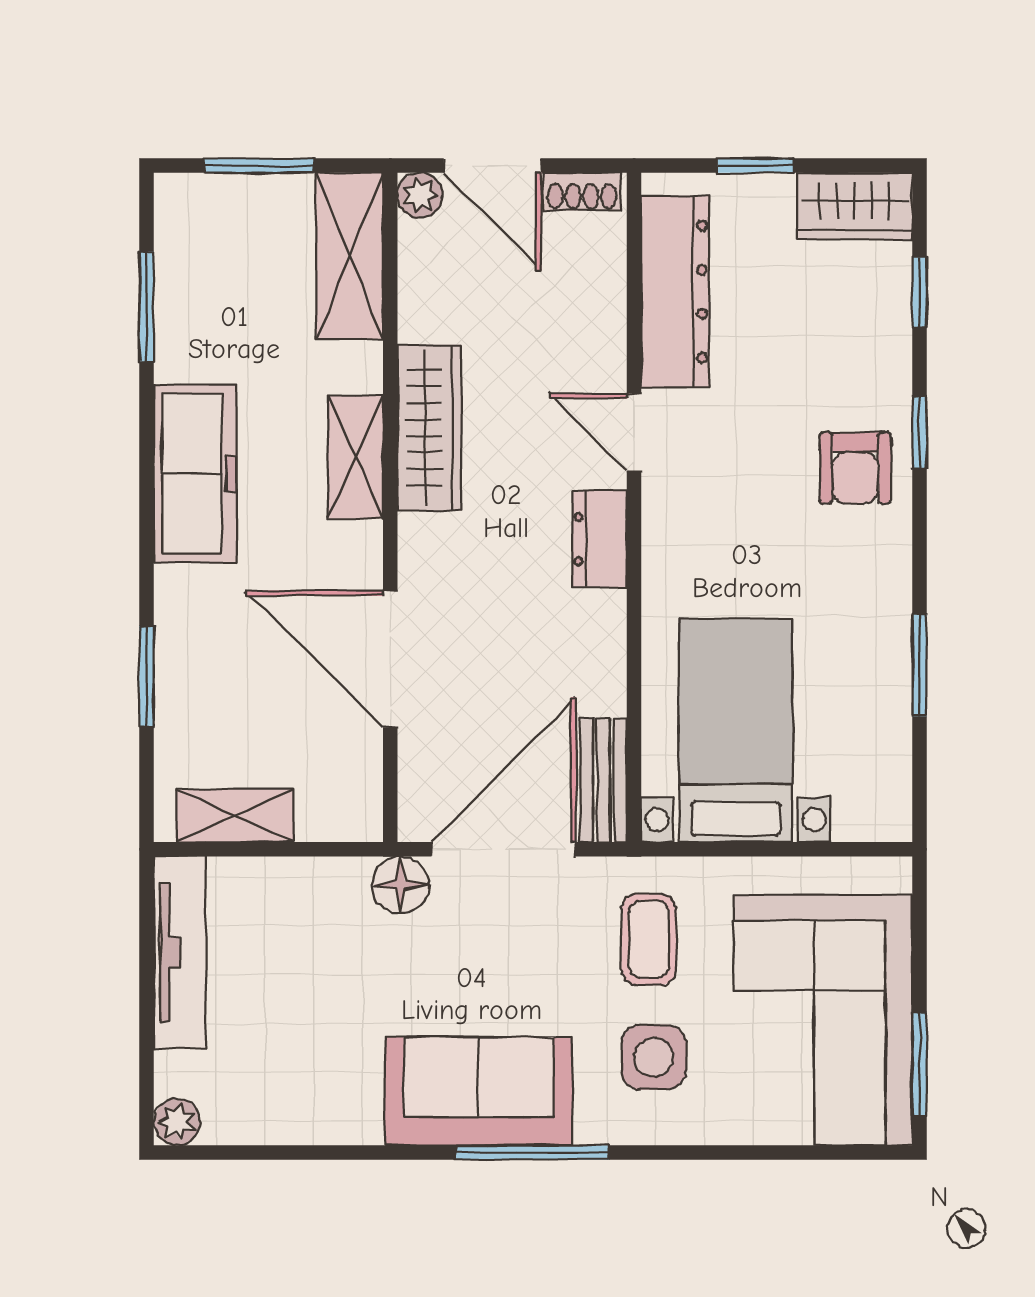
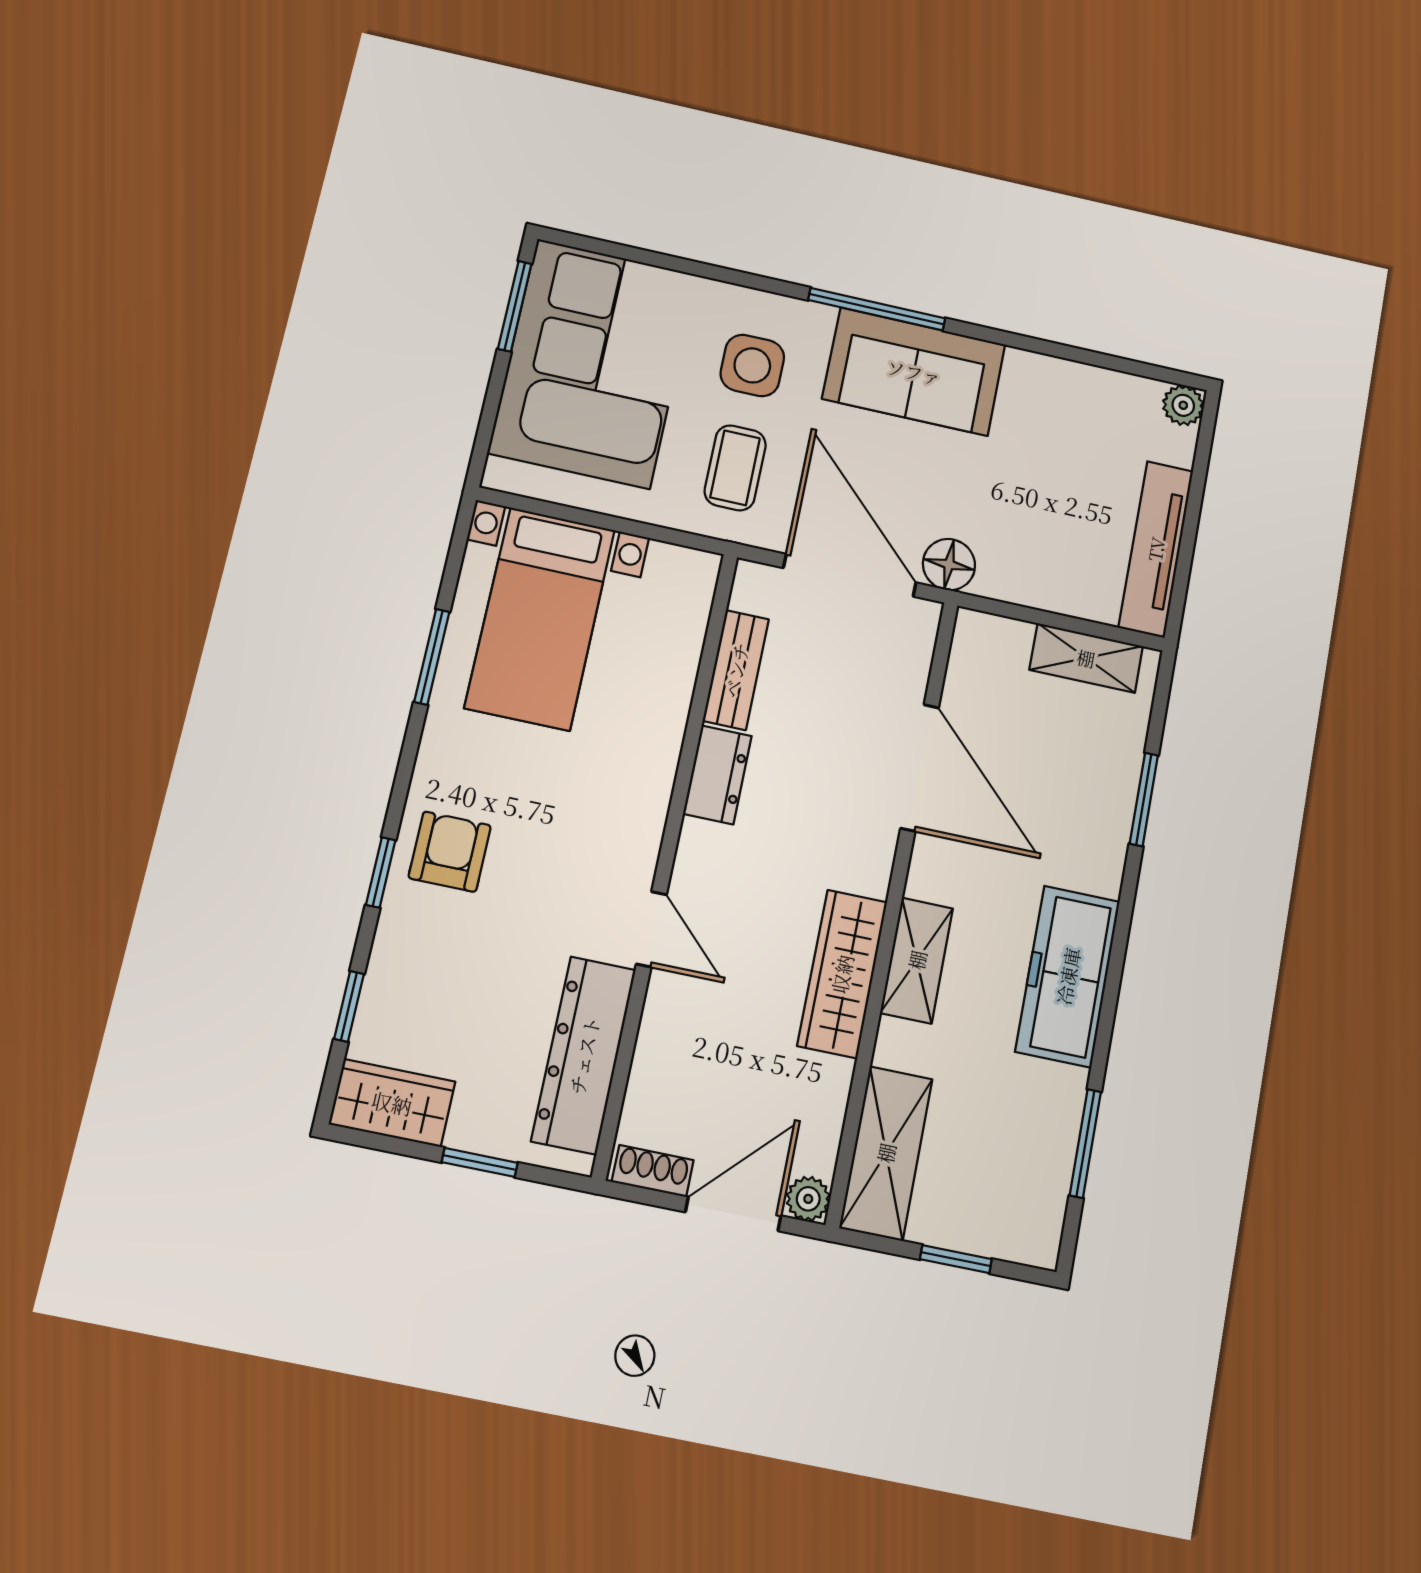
window: (259, 166) -> (956, 1259), width x0.67
door: (493, 166) -> (733, 1214), hinge flipped
dresser: (600, 539) -> (717, 775), moved
bed with nightstands: (736, 730) -> (540, 618), moved
bench: (603, 780) -> (736, 670), moved
door: (504, 849) -> (850, 575), swing flipped

